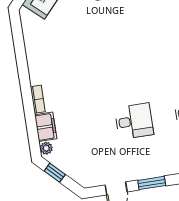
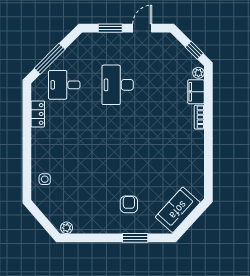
desk: (134, 121) -> (118, 85), width x1.37

